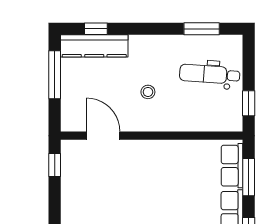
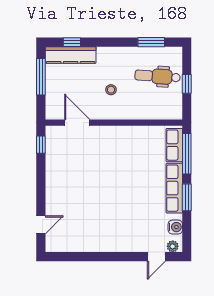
window: (249, 103) -> (187, 84), moved
window: (249, 177) -> (187, 154), width x1.44

